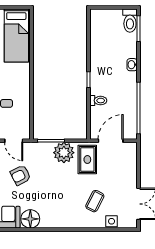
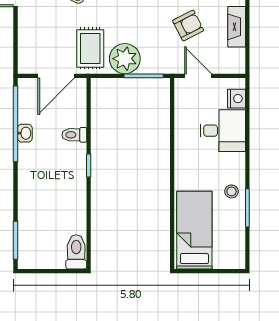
toilet: (130, 21) -> (76, 252), moved
washbasin: (132, 65) -> (25, 133), moved

